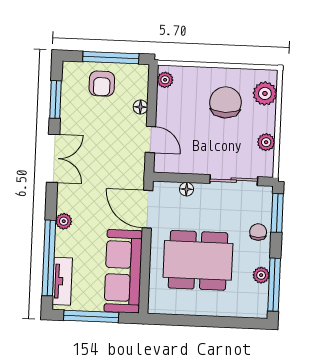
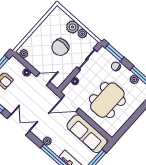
plant: (265, 93) -> (73, 27), moved
chair: (226, 102) -> (60, 47), moved, turned -90

